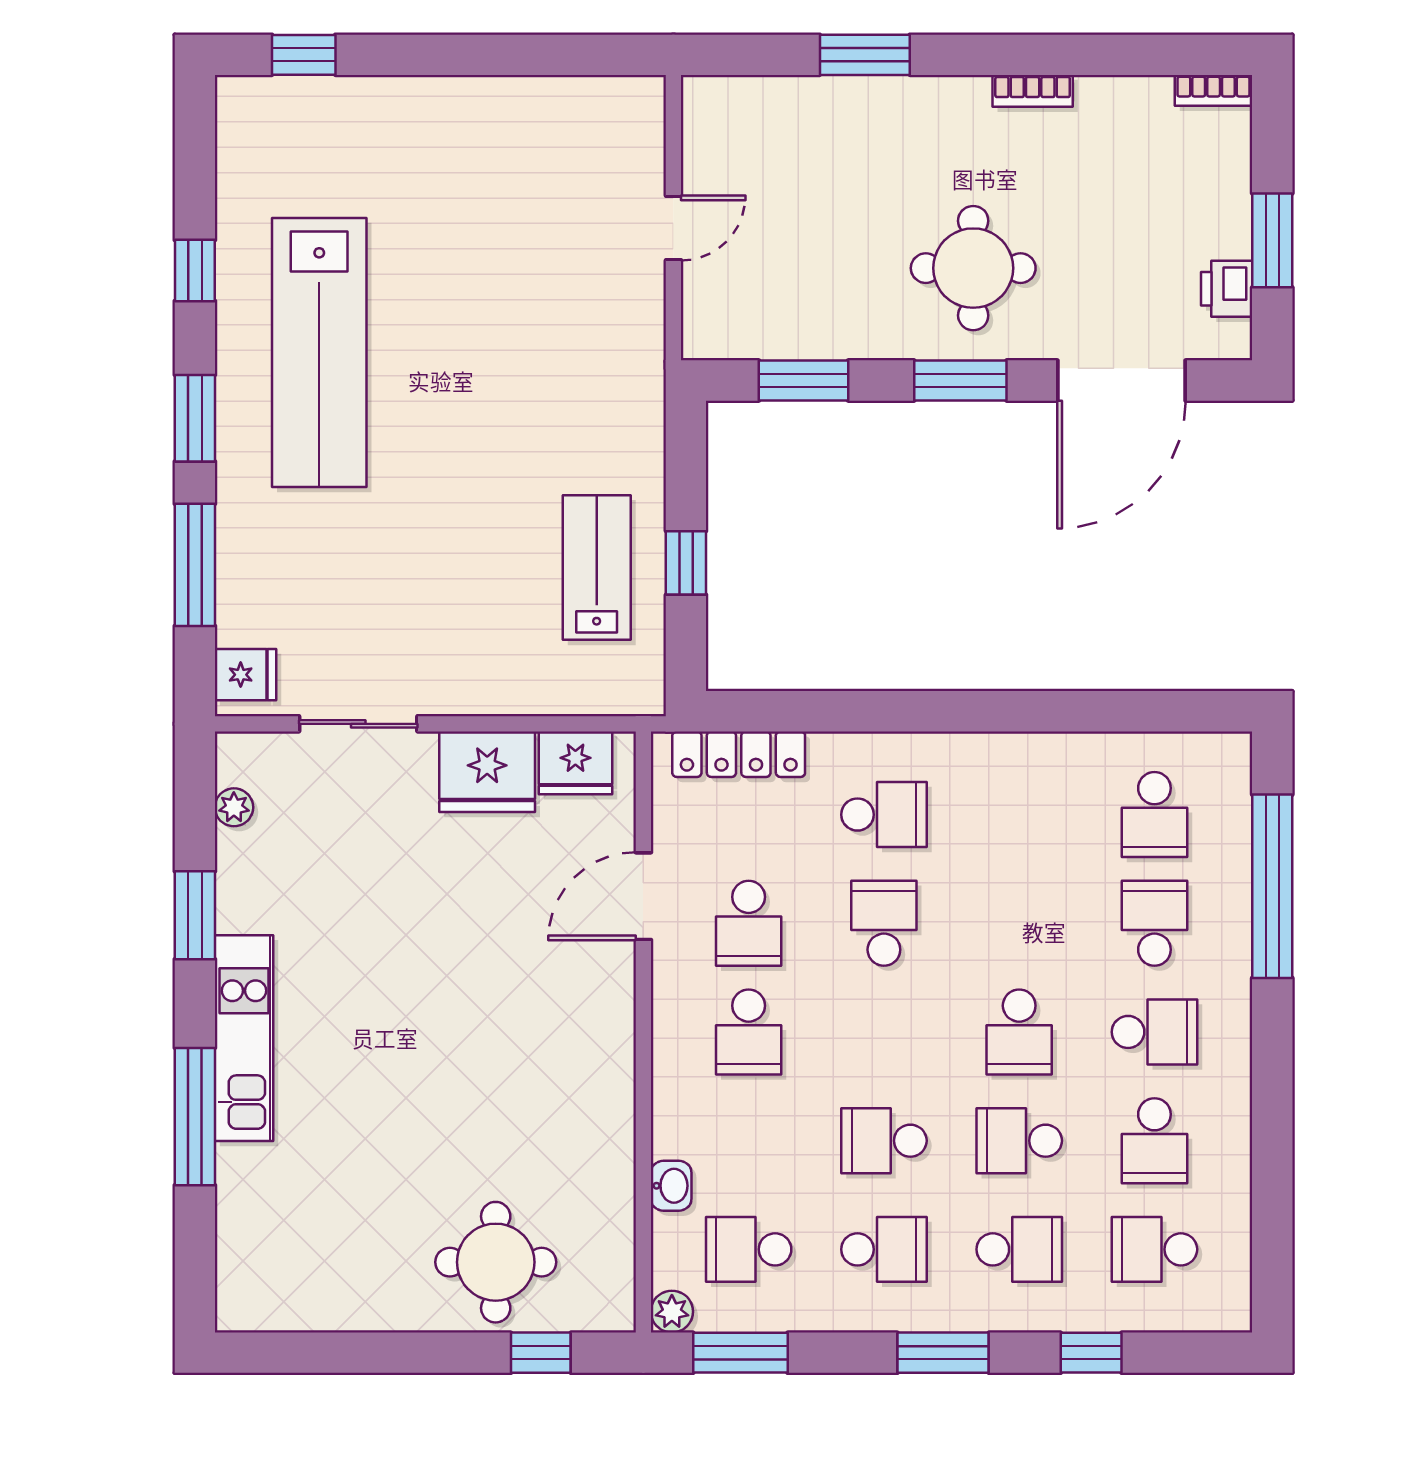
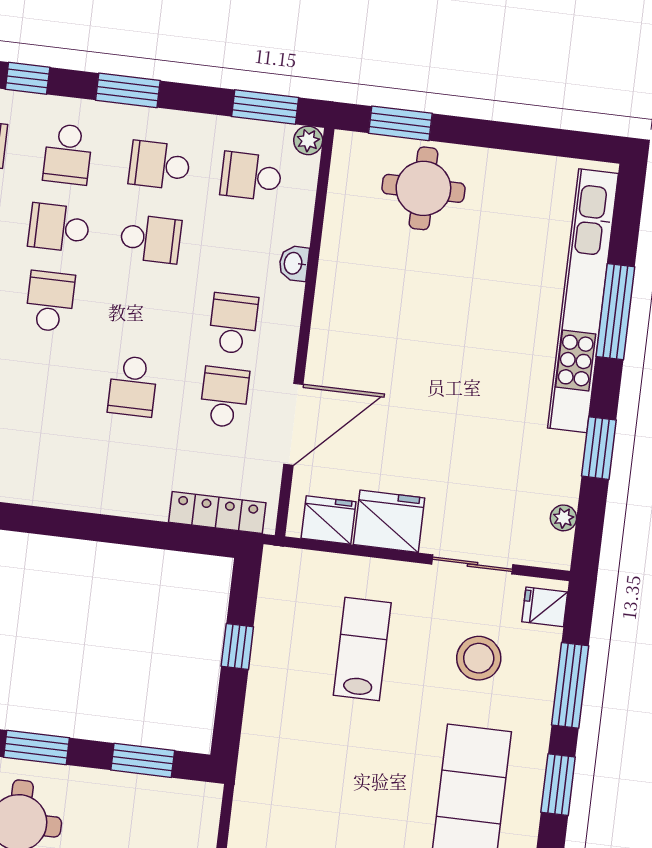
lab bench: (597, 568) -> (362, 649), moved, turned 180
stool: (333, 588) -> (479, 658), added
school desk: (884, 815) -> (124, 460), removed
door: (643, 896) -> (293, 424), width x1.36
kitchen unit: (244, 1038) -> (583, 301), width x1.86
school desk: (1019, 1141) -> (59, 228), turned 180
washbasin: (671, 1186) -> (294, 263), moved
school desk: (749, 1249) -> (251, 176), turned 180
school desk: (1019, 1249) -> (68, 154), turned -90
window: (541, 1353) -> (400, 123), width x1.50

